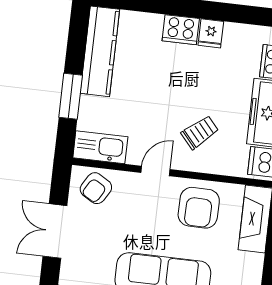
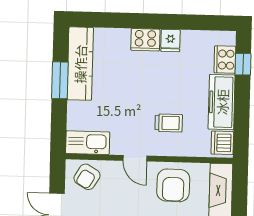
window: (71, 96) -> (60, 80), moved
trolley: (200, 132) -> (169, 123), turned 41
door: (155, 171) -> (135, 158), swing flipped

